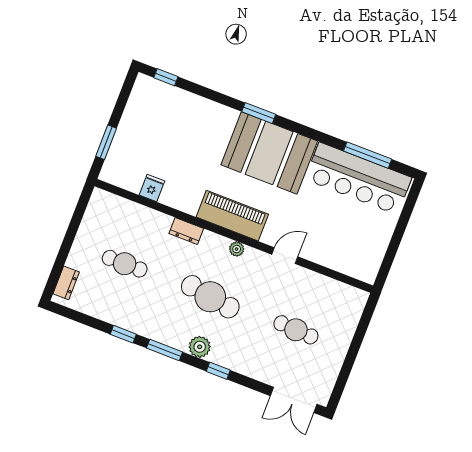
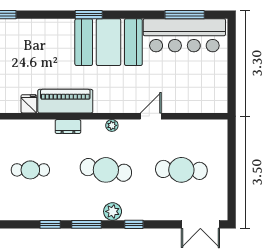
piano: (232, 216) -> (65, 101), moved
cafe table: (296, 330) -> (181, 170), width x1.37, depth x1.35

